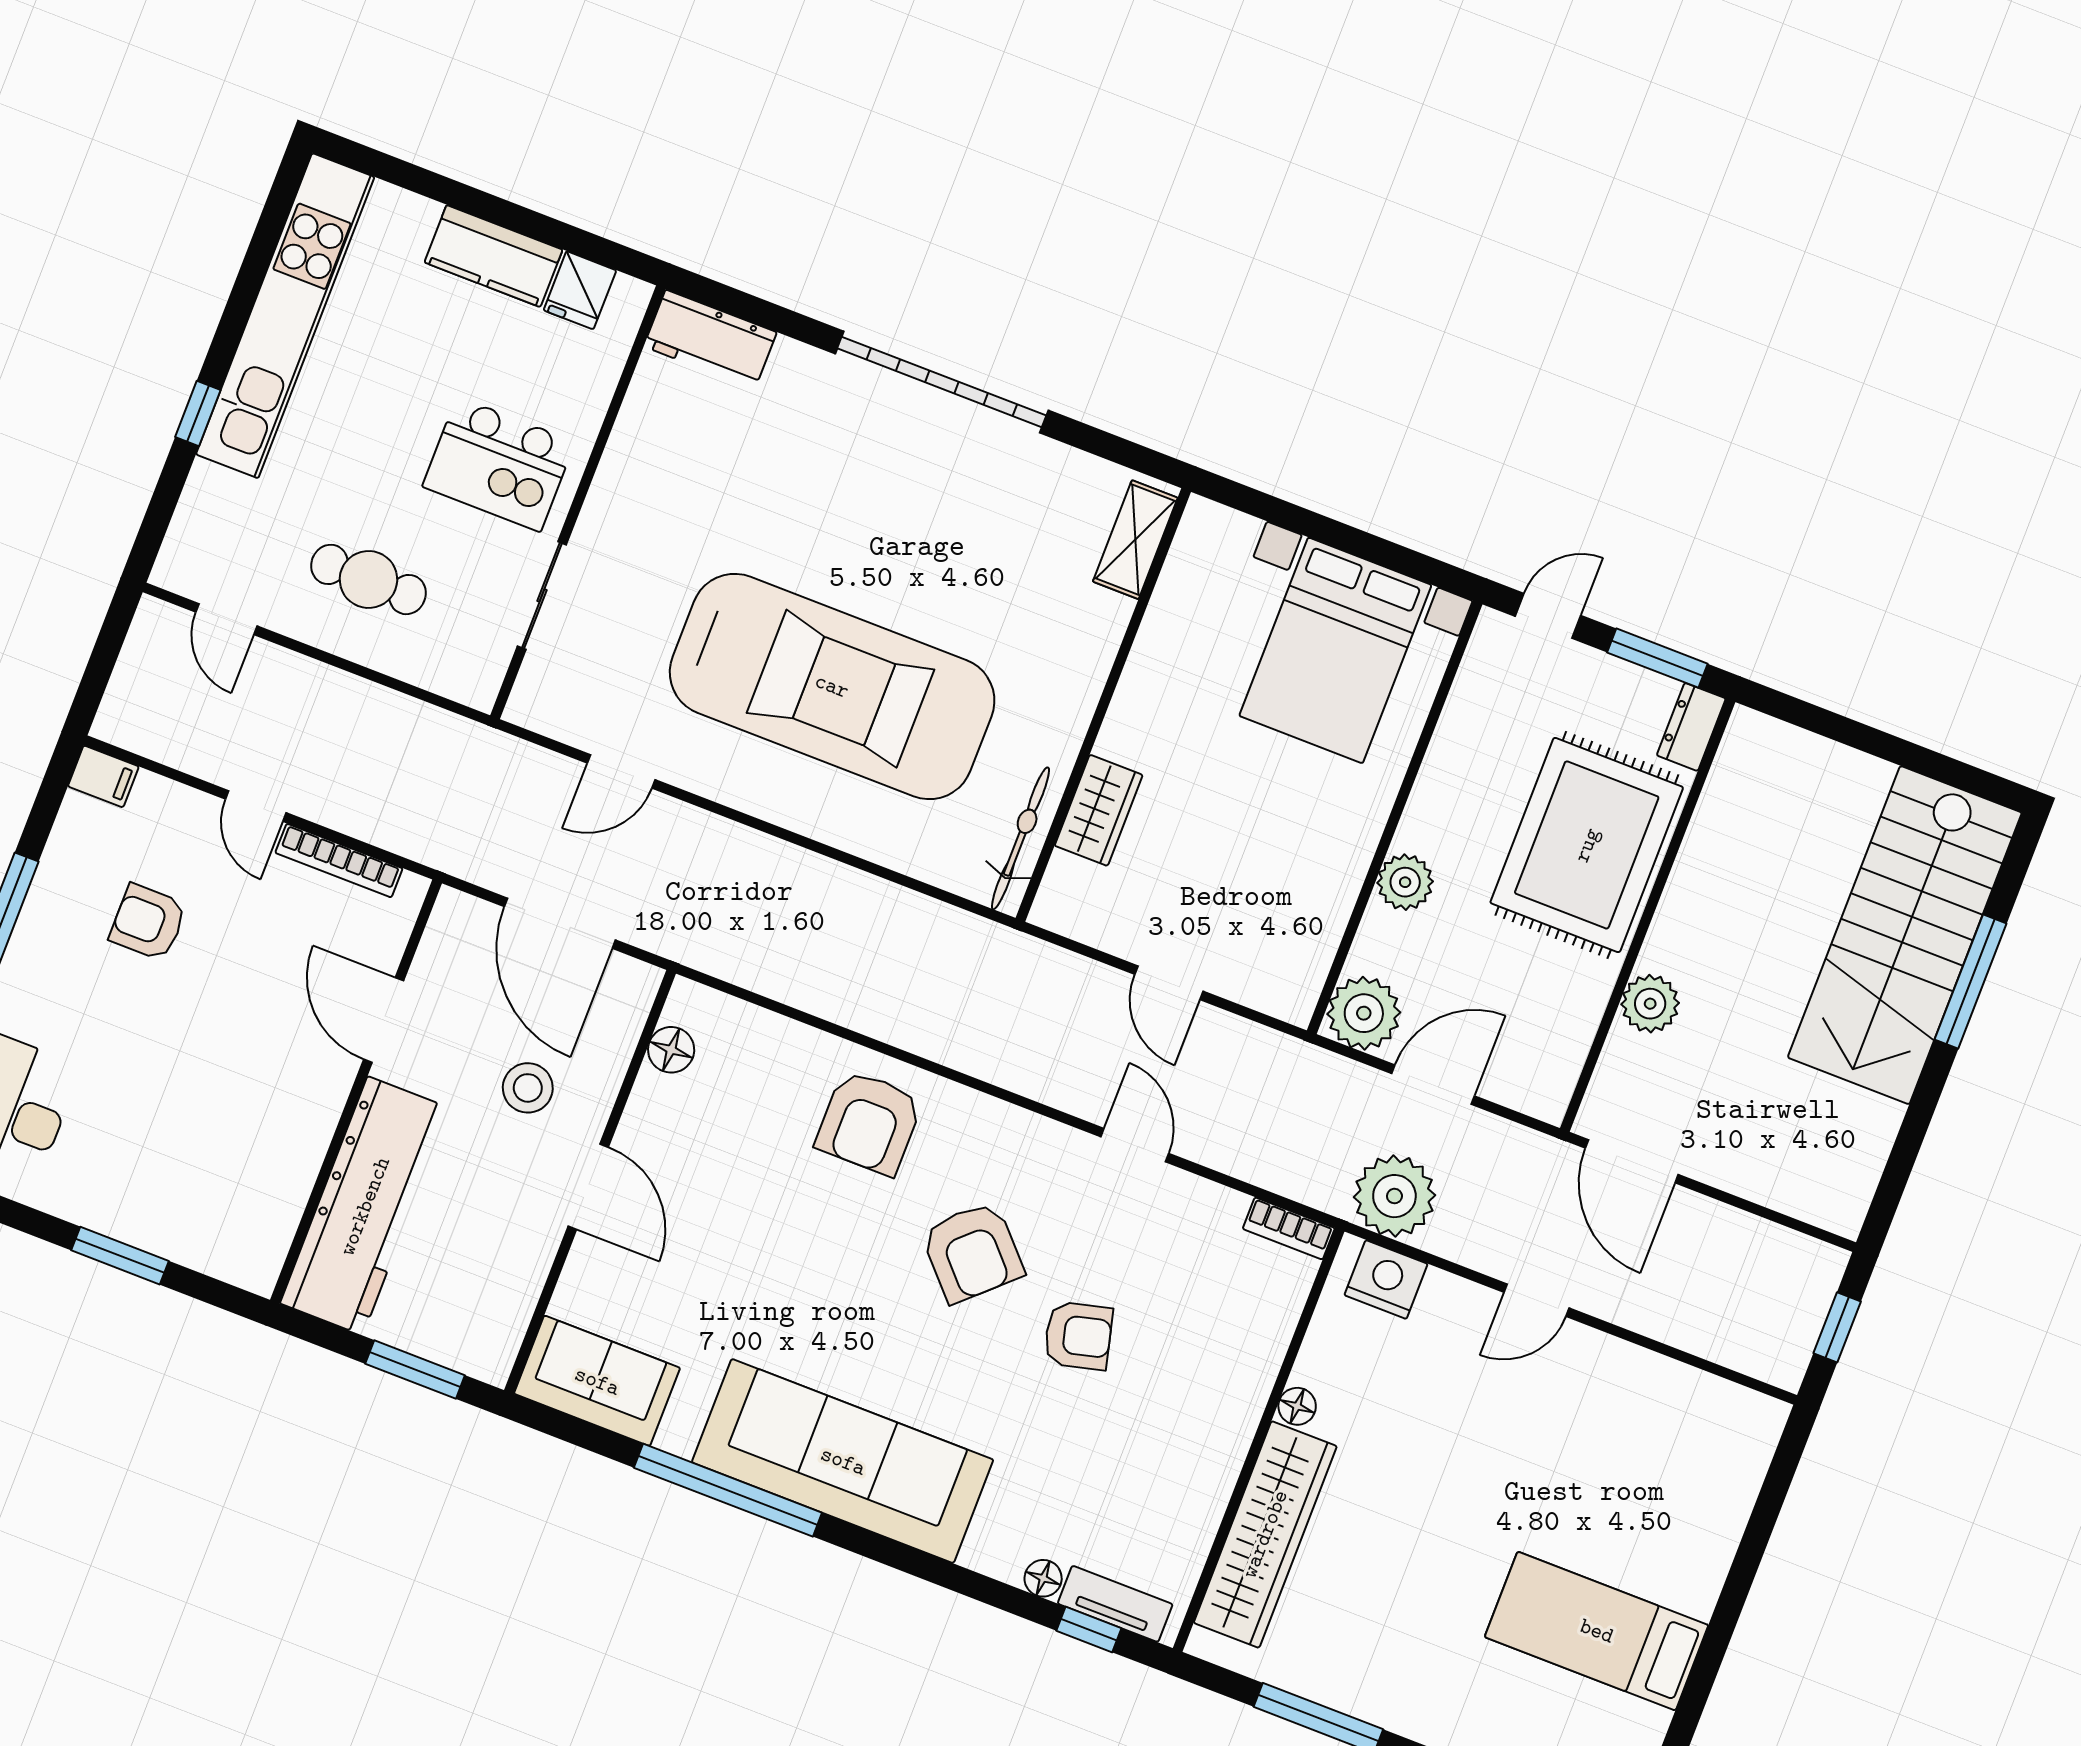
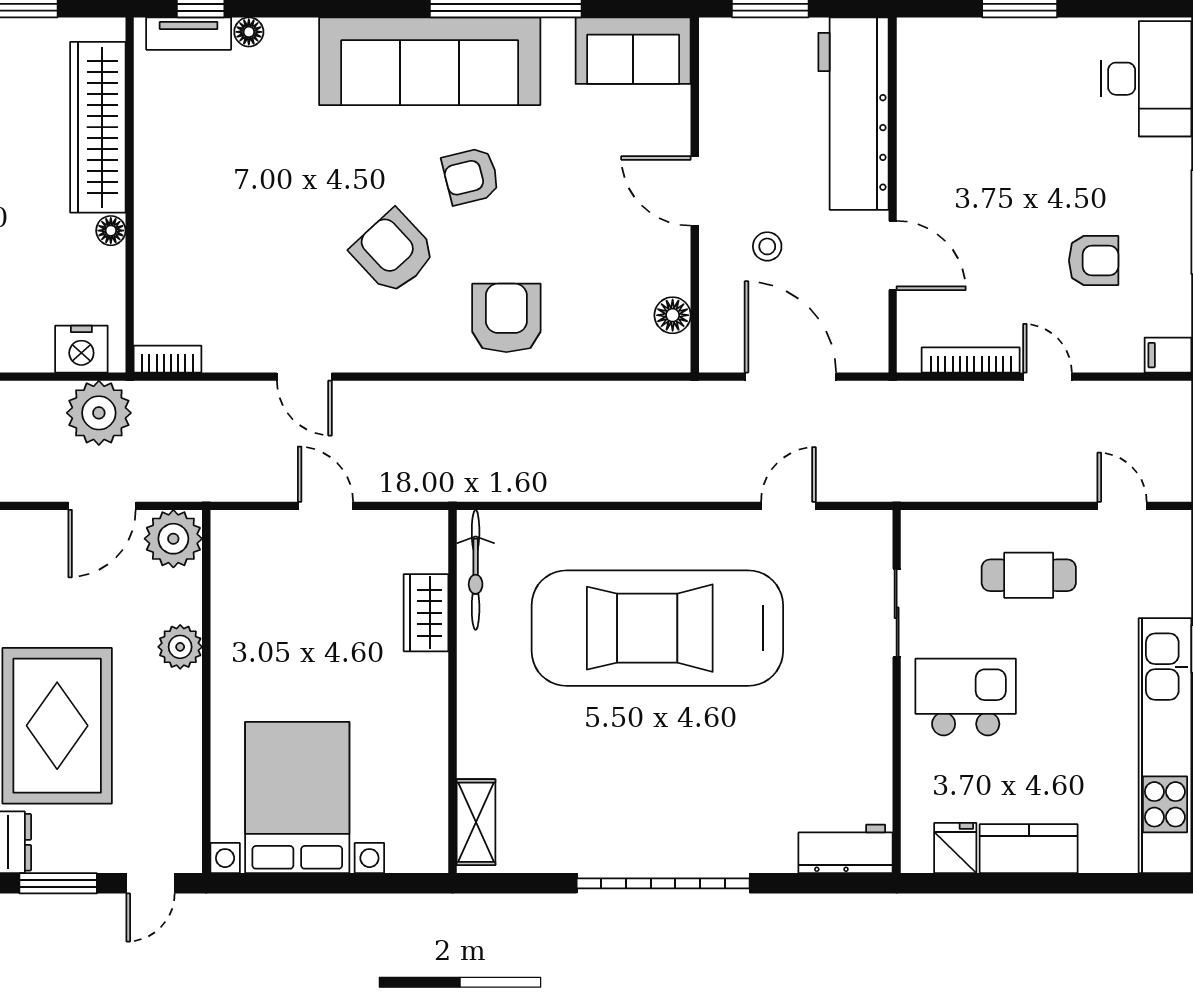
stool: (528, 1088) -> (767, 246), width x0.73, depth x0.73
armchair: (1078, 1336) -> (471, 176), moved

